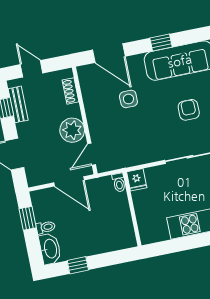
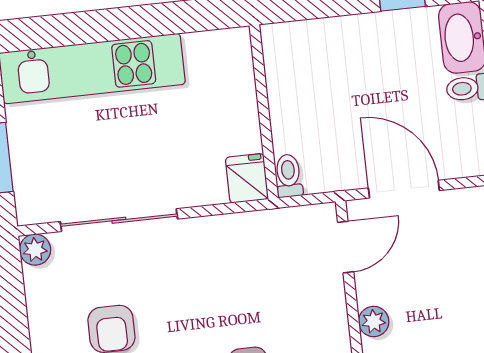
plant: (72, 130) -> (374, 321), width x0.53, depth x0.53

